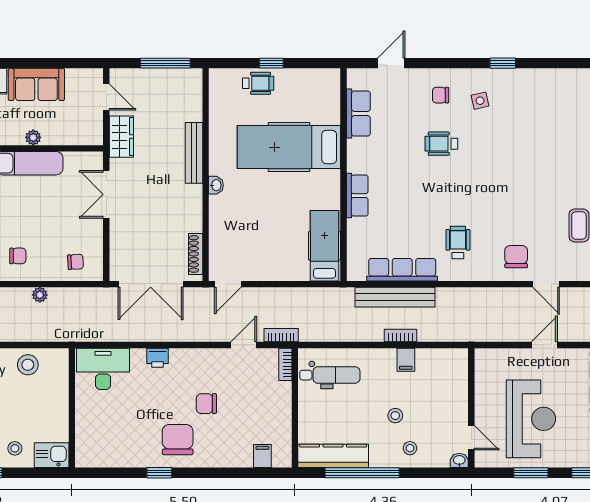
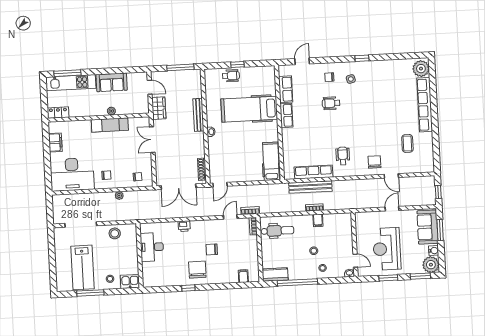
row of seats: (357, 196) -> (286, 115), moved
desk: (103, 369) -> (152, 247), moved, turned -90
reception desk: (531, 419) -> (387, 249), turned 180
kitchen counter: (333, 456) -> (275, 274), width x0.67

